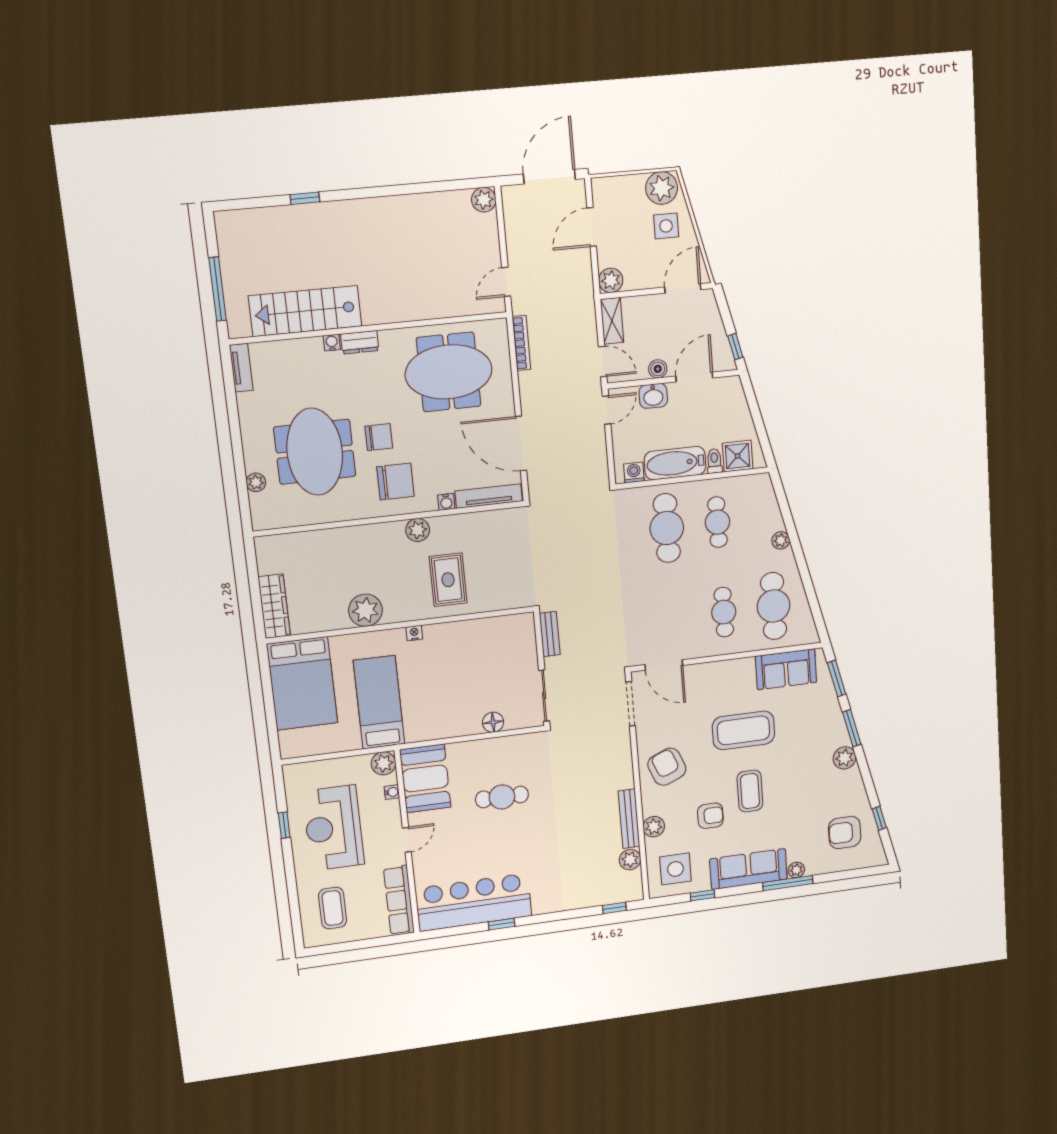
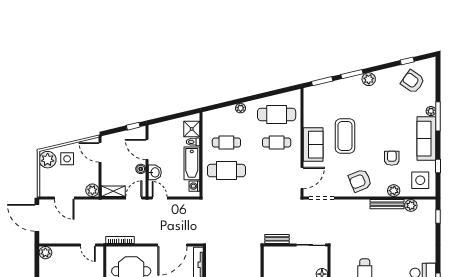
sofa: (786, 669) -> (313, 145), moved
coffee table: (750, 791) -> (381, 135), removed
armchair: (845, 832) -> (413, 82), turned 125

